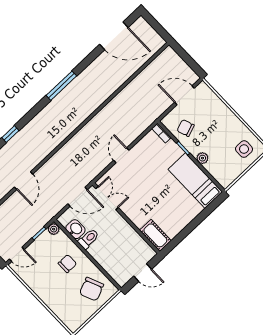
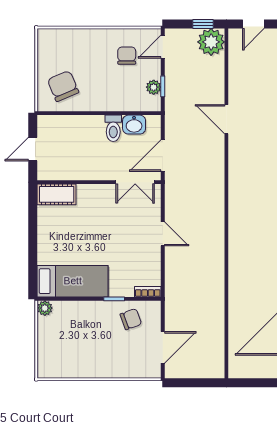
side table: (244, 149) -> (59, 355), removed
plant: (202, 158) -> (45, 308), moved
plant: (54, 229) -> (154, 87), moved
chair: (67, 264) -> (127, 56), moved, turned 180

